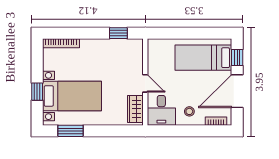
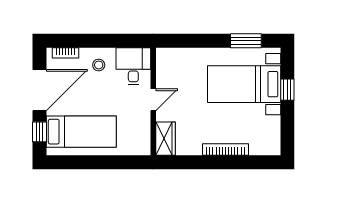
window: (118, 33) -> (187, 162), removed
bookcase: (61, 43) -> (225, 149), moved
door: (145, 83) -> (153, 100), swing flipped
wardrobe: (135, 109) -> (165, 139), moved

